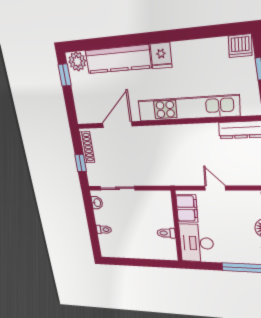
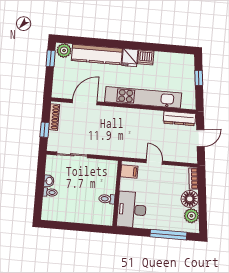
dishwasher: (240, 46) -> (146, 57), moved
washbasin: (97, 203) -> (49, 181), moved
filing cabinet: (187, 208) -> (129, 171), width x0.50

